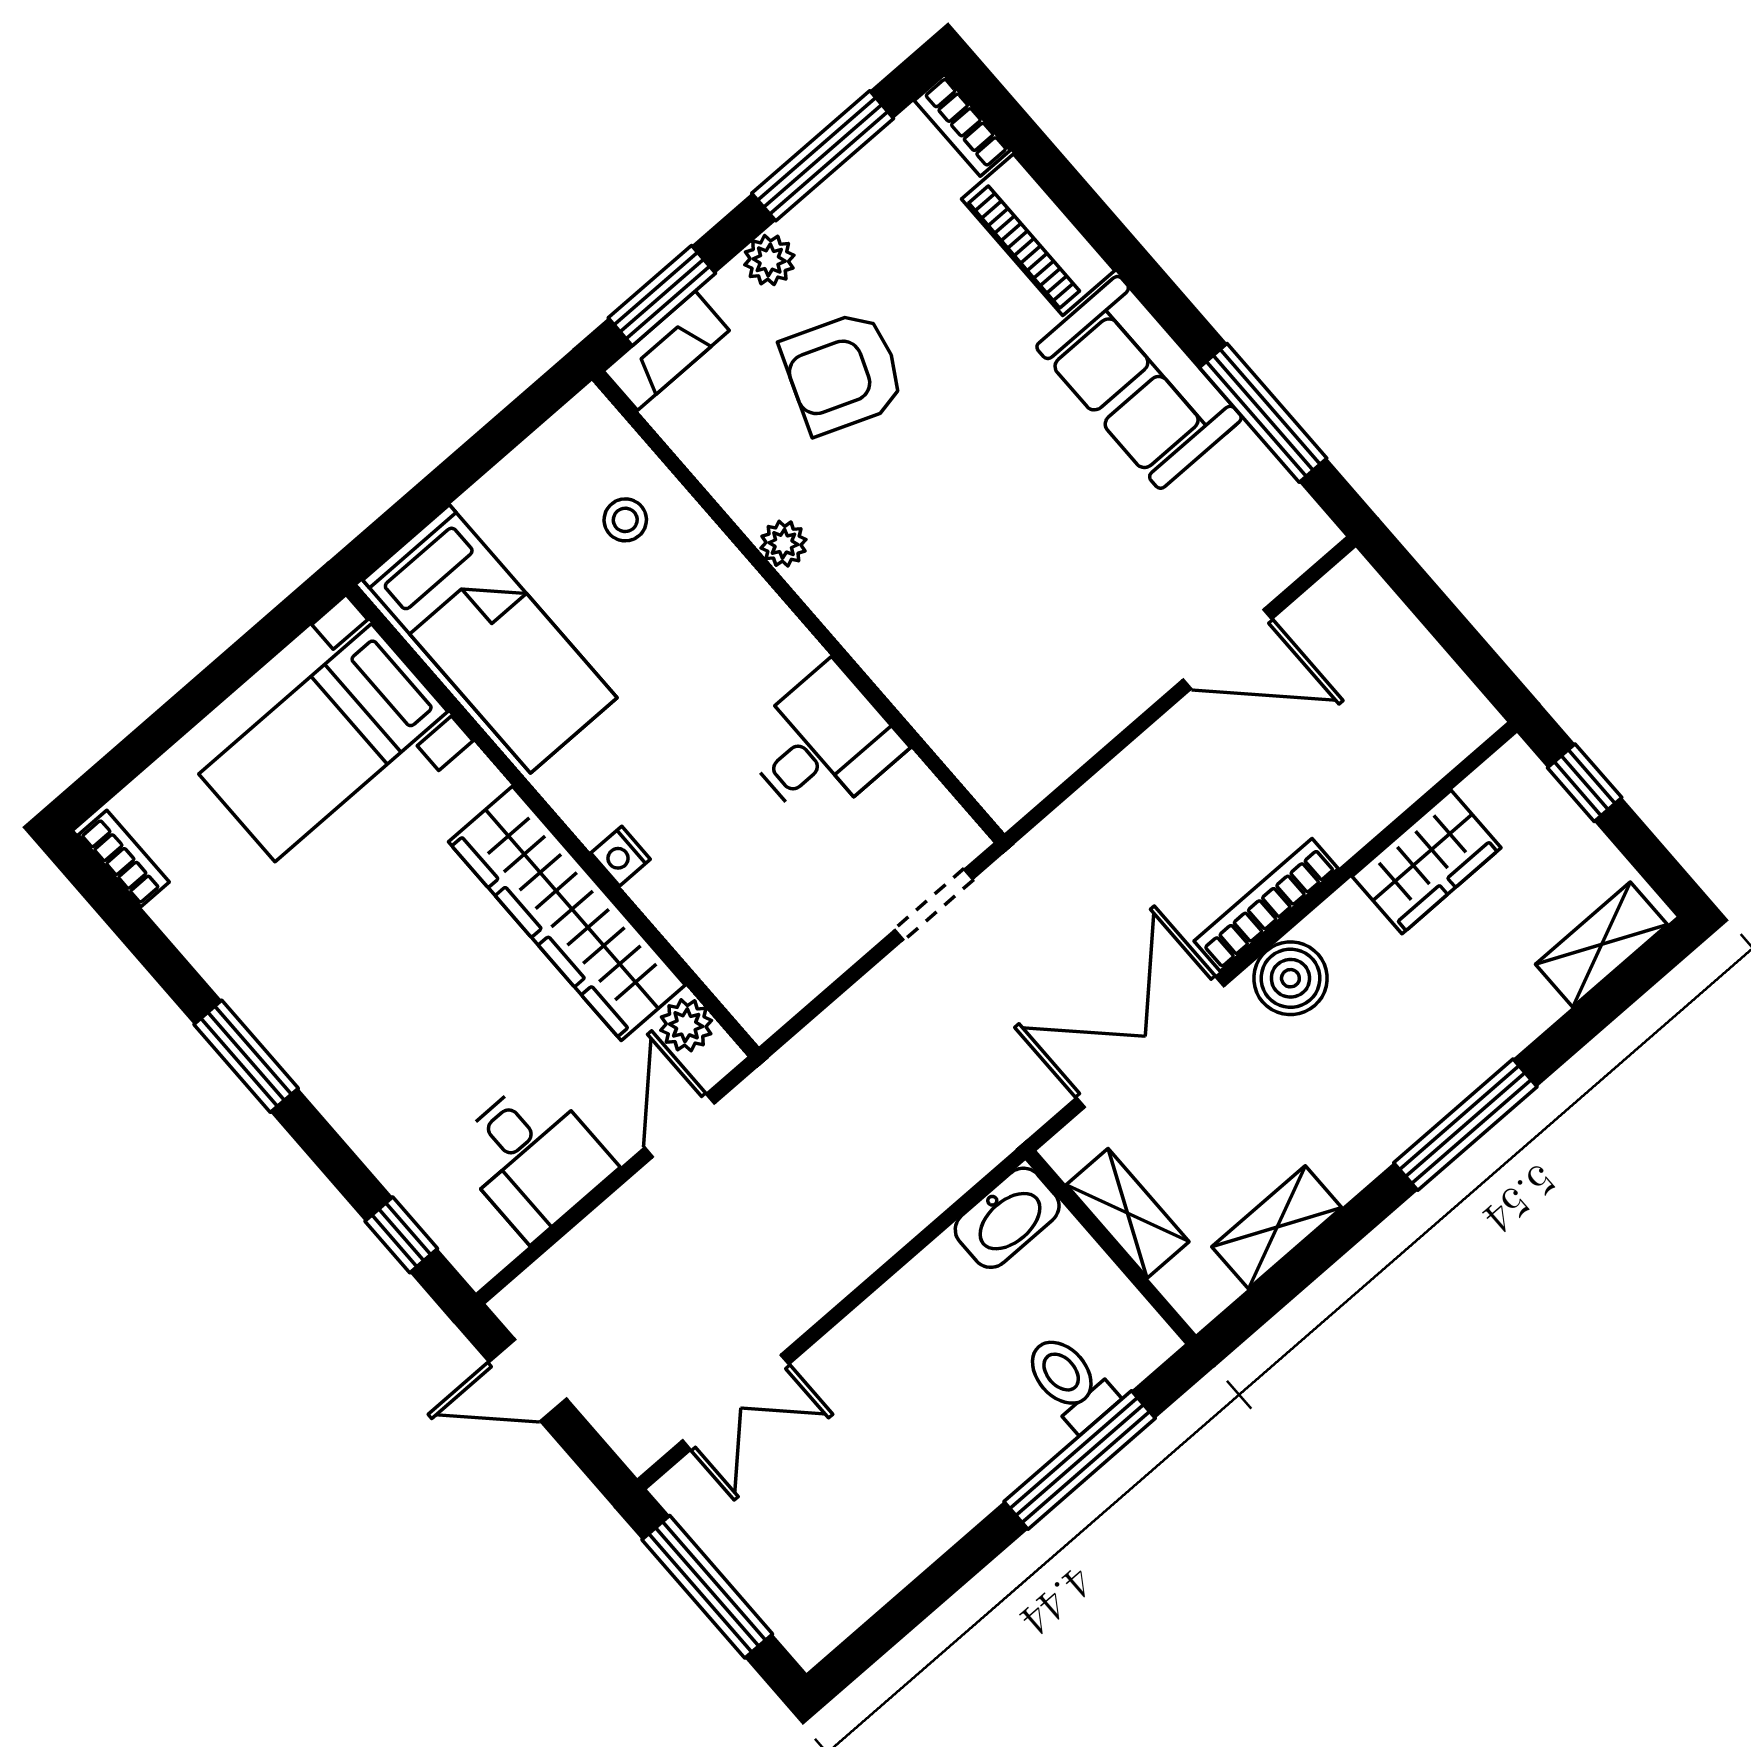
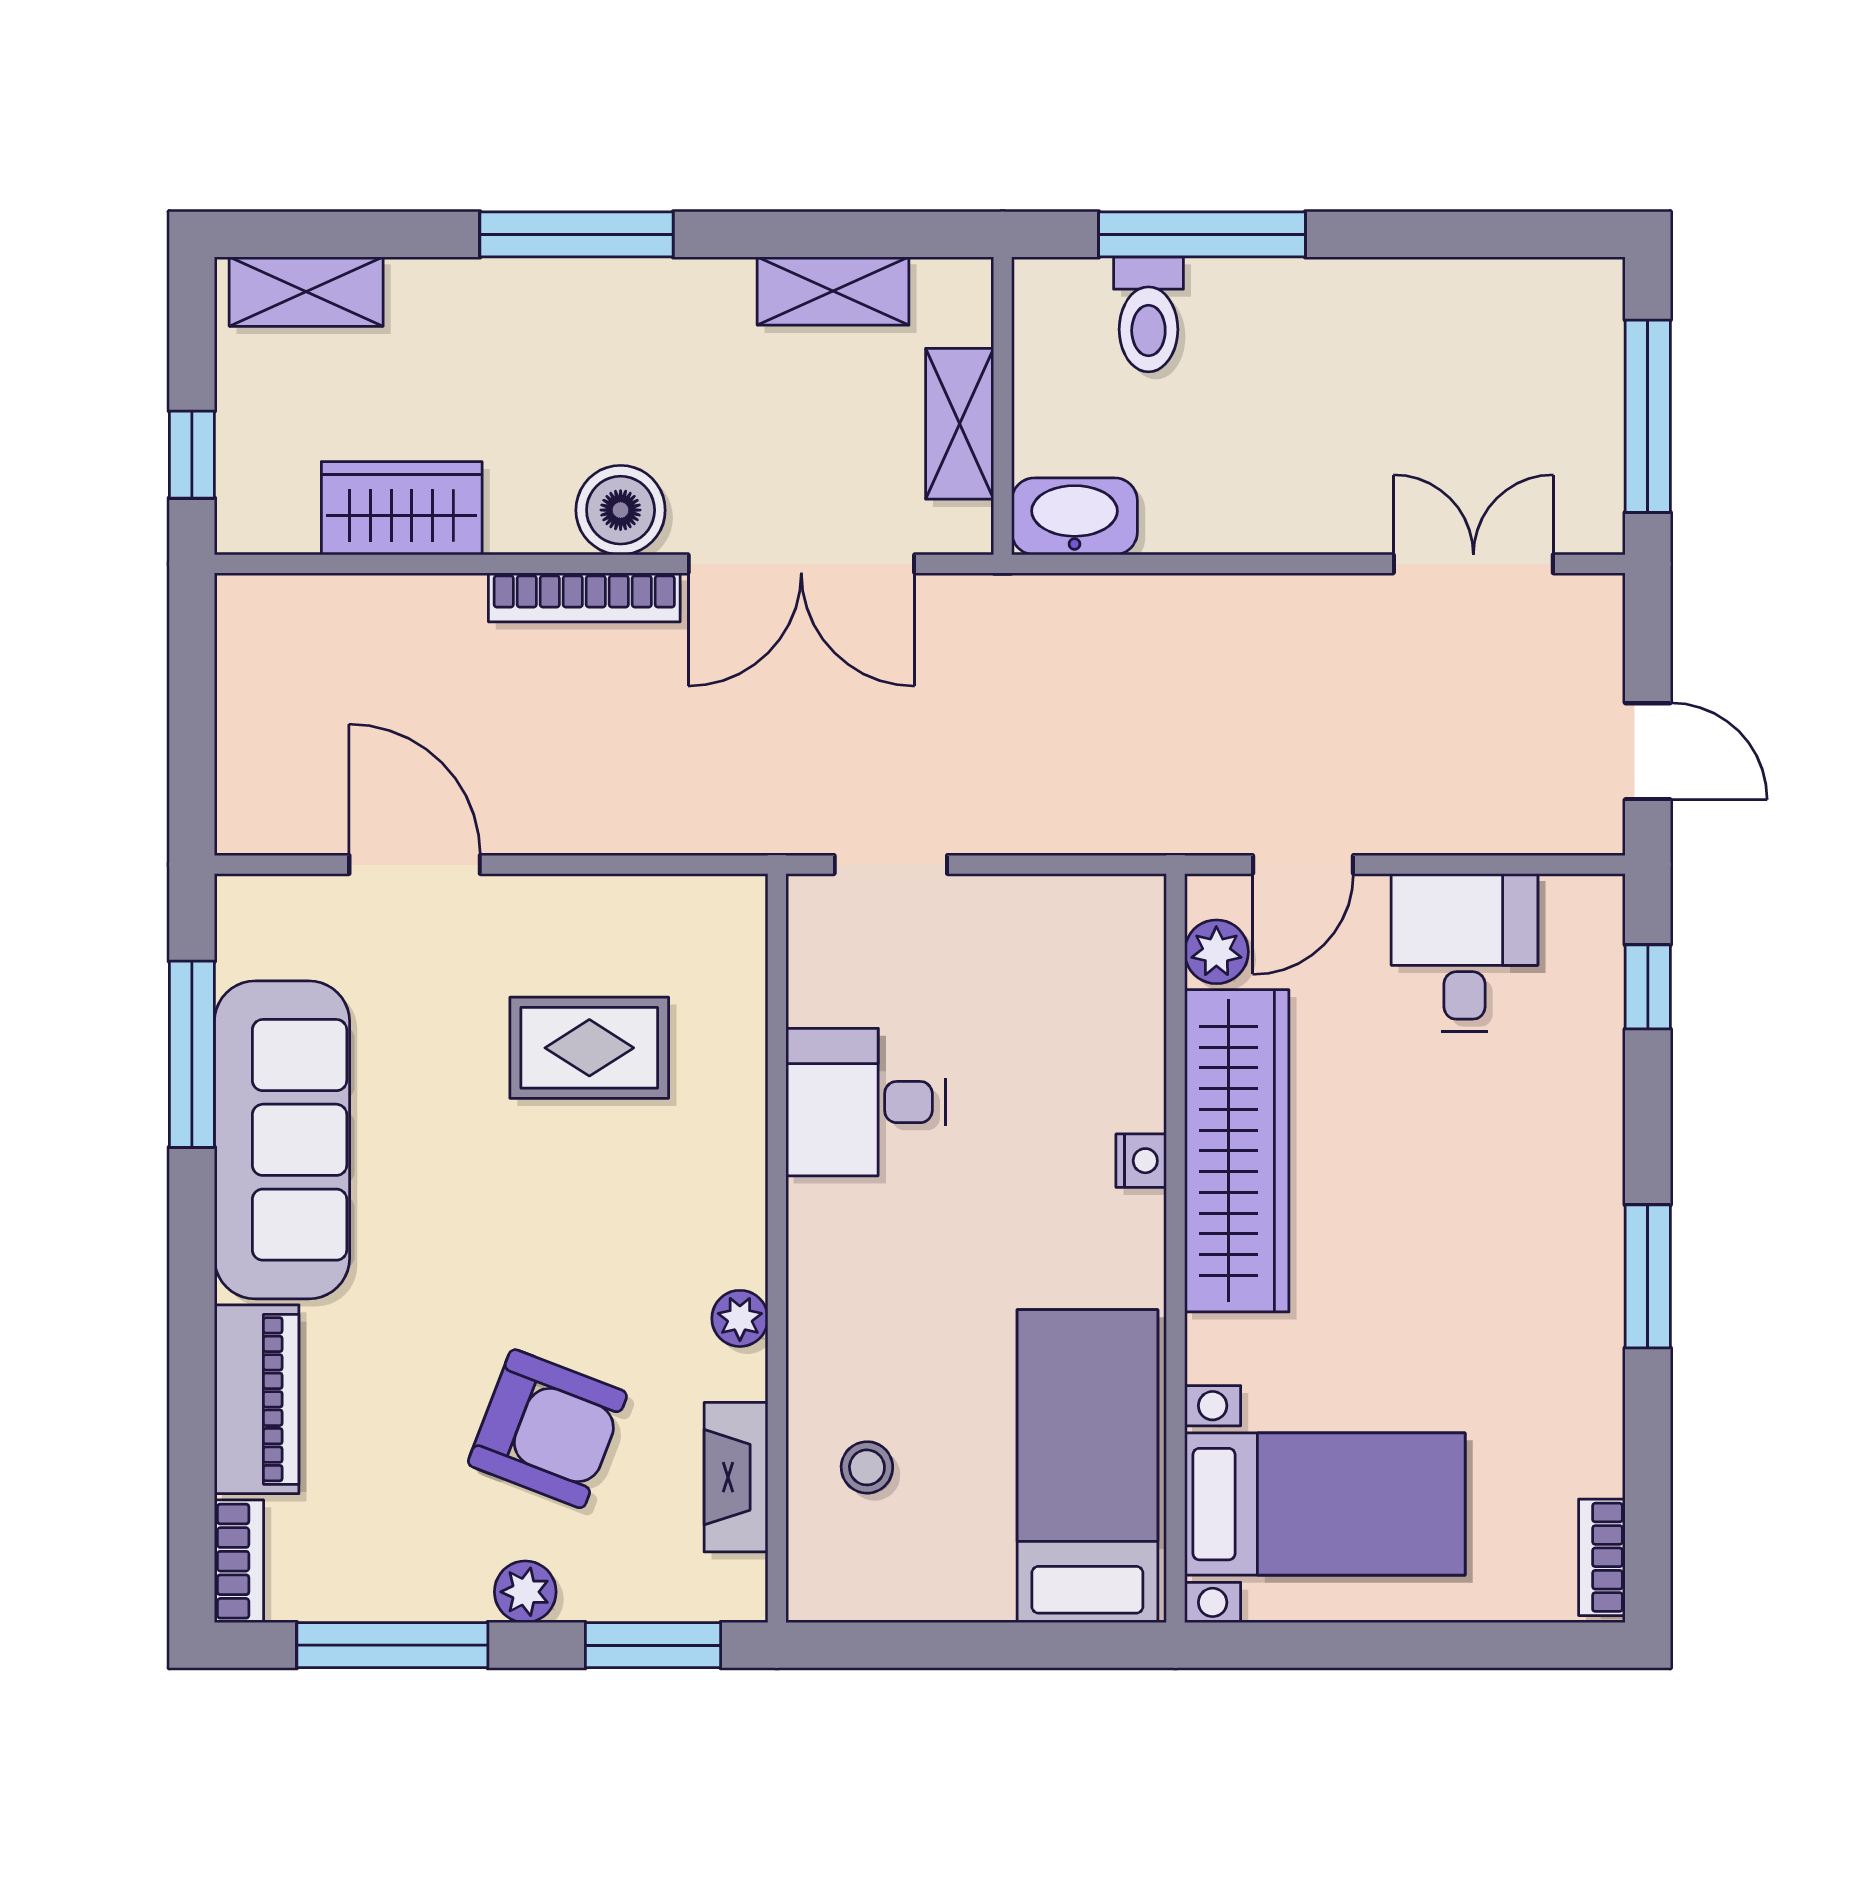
fireplace: (666, 351) -> (736, 1477), moved, turned -90
sofa: (1139, 382) -> (282, 1140), width x1.36
rug: (1021, 630) -> (589, 1048), added

